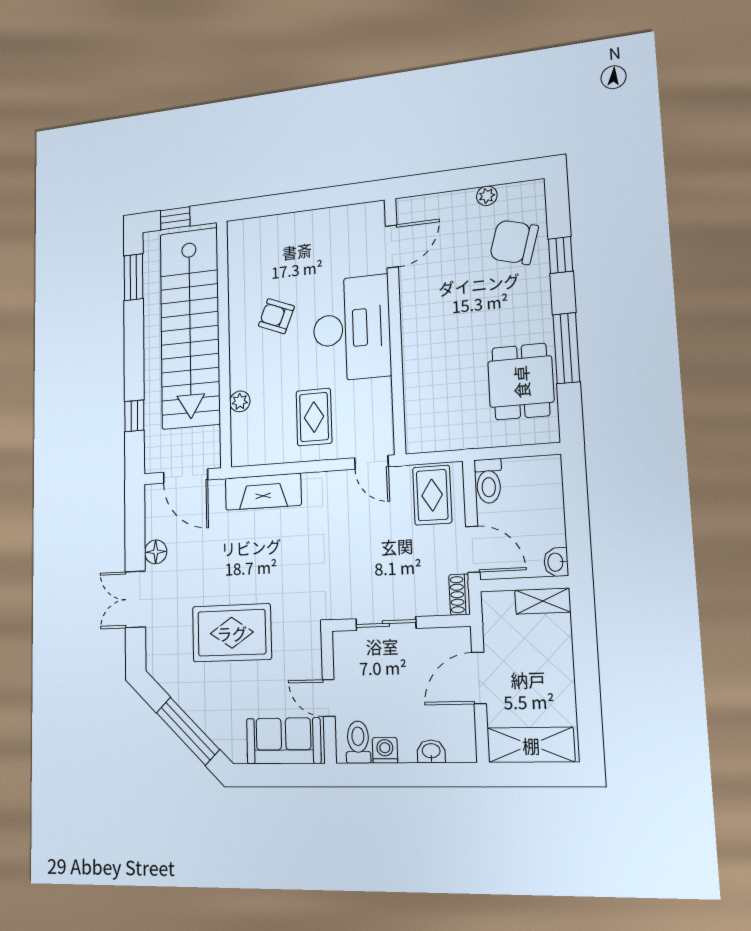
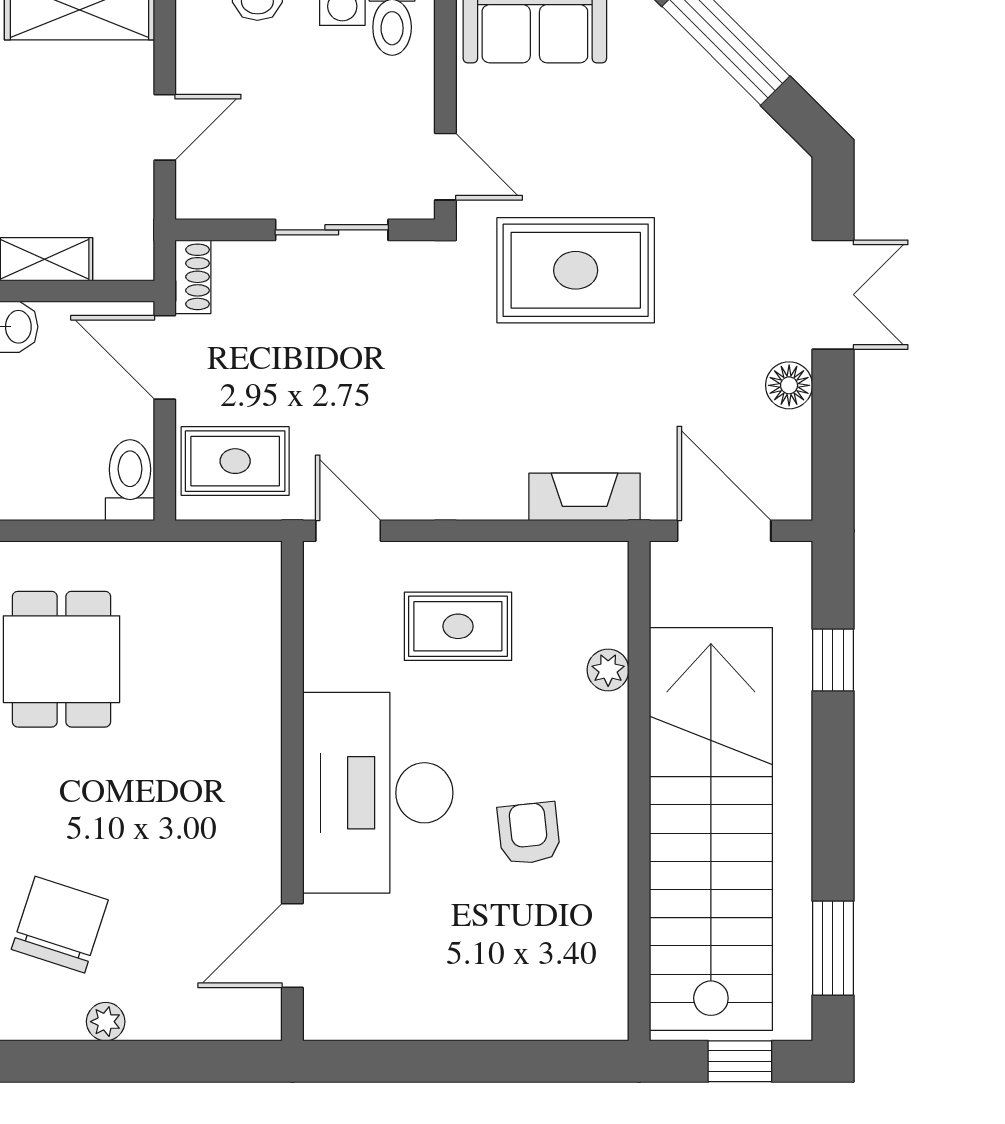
chair: (514, 242) -> (60, 925), turned -88
armchair: (276, 316) -> (529, 833), turned -118
rug: (314, 417) -> (458, 626), turned 90
fireplace: (263, 492) -> (585, 497), width x0.73, depth x0.76
rug: (432, 495) -> (235, 461), turned 90
rug: (232, 633) -> (576, 270), moved
door: (479, 678) -> (165, 127), width x0.73
door: (329, 698) -> (445, 167), moved

